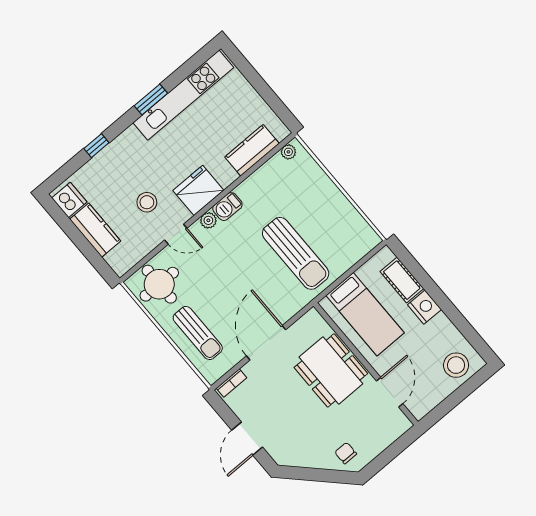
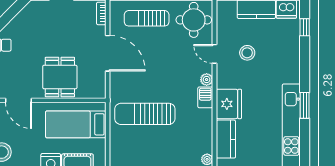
window: (96, 146) -> (305, 27), moved
fridge: (198, 190) -> (229, 104), moved
door: (176, 234) -> (215, 54), hinge flipped
dining table: (331, 370) -> (60, 77), width x0.73

